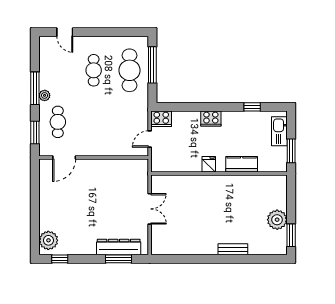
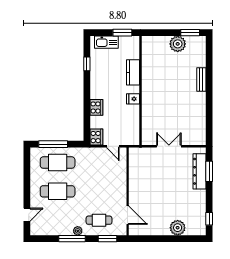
cafe table: (94, 70) -> (58, 191), width x1.37, depth x1.35
cooker: (211, 119) -> (96, 107), moved
plant: (48, 240) -> (178, 228), moved

